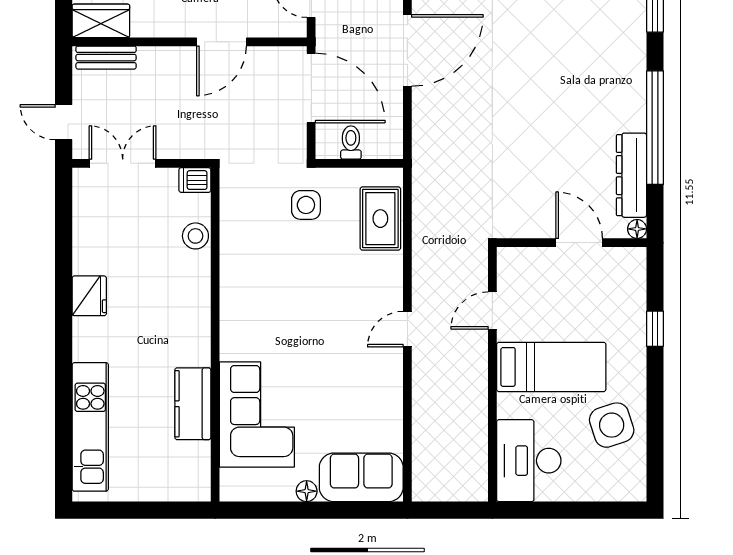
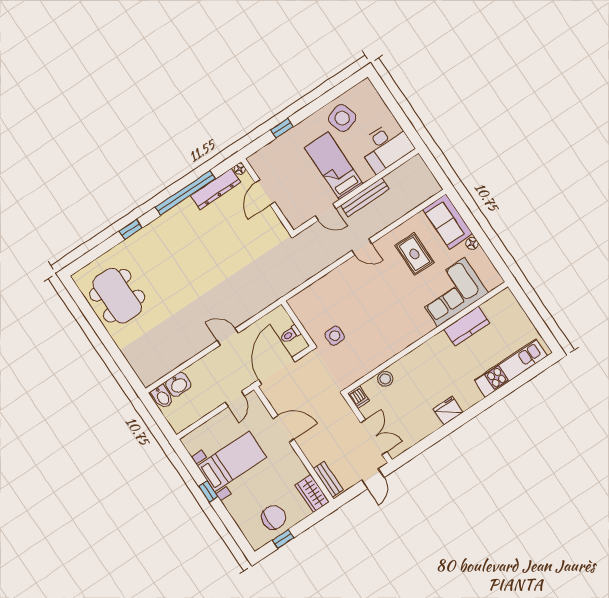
door: (407, 50) -> (228, 337), width x0.53
double door: (123, 163) -> (374, 437), swing flipped
rug: (380, 219) -> (414, 254), moved, turned 90
bench: (476, 382) -> (365, 197), added

